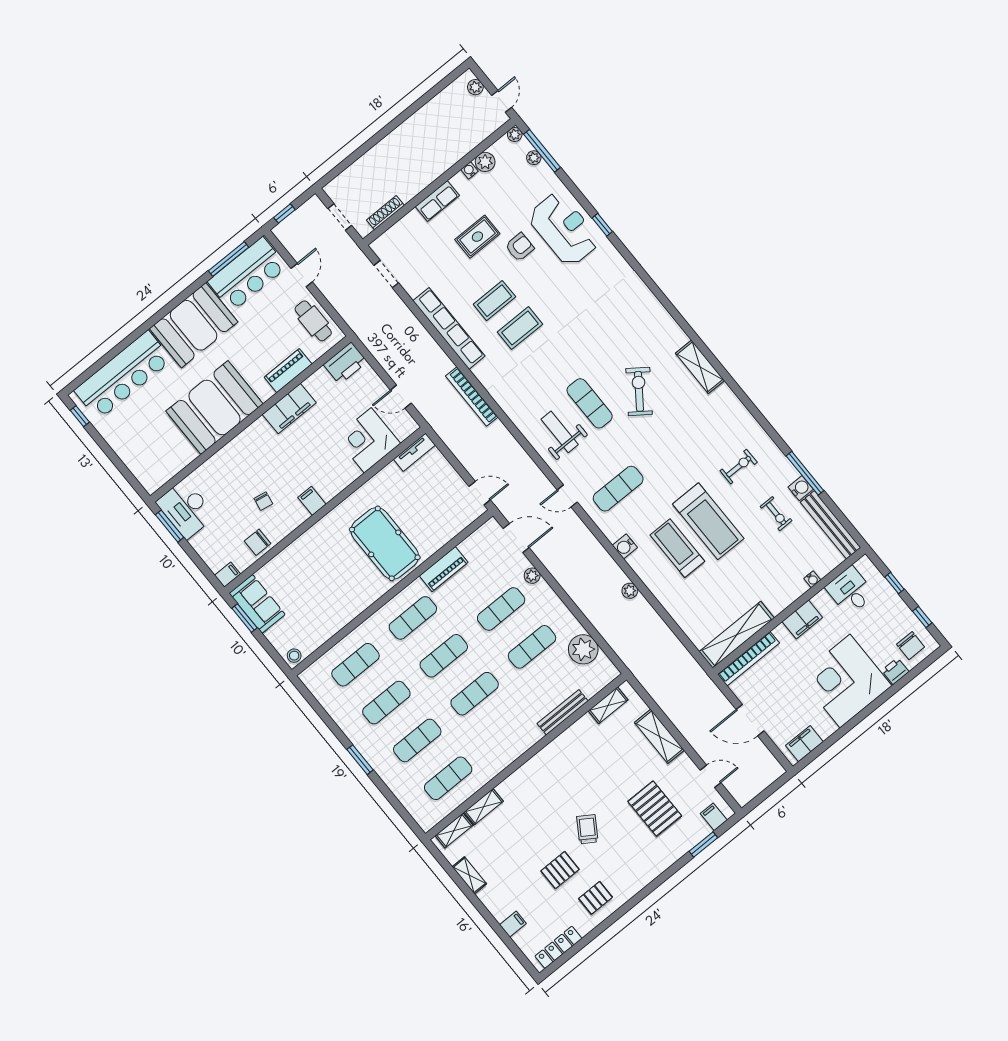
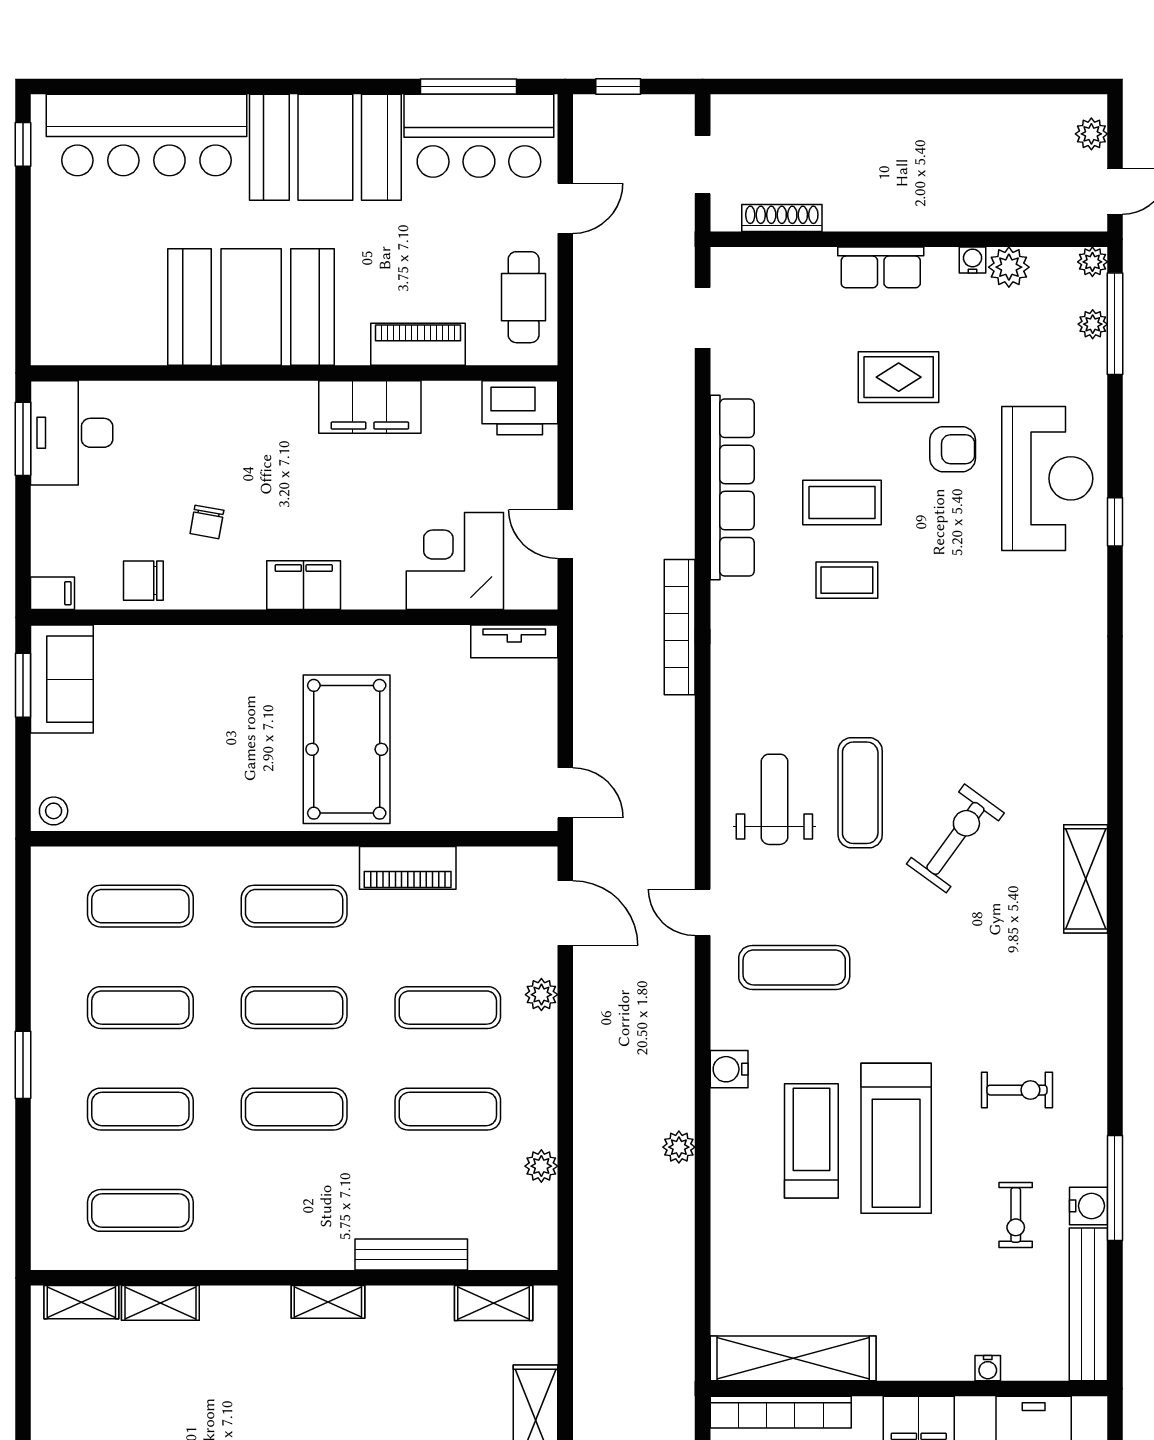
coffee table: (520, 328) -> (847, 580), width x0.73, depth x0.77
filing cabinet: (312, 501) -> (304, 585), width x2.00
plant: (583, 649) -> (541, 1166), width x0.53, depth x0.53
shelving: (469, 875) -> (328, 1302), moved, turned 90

